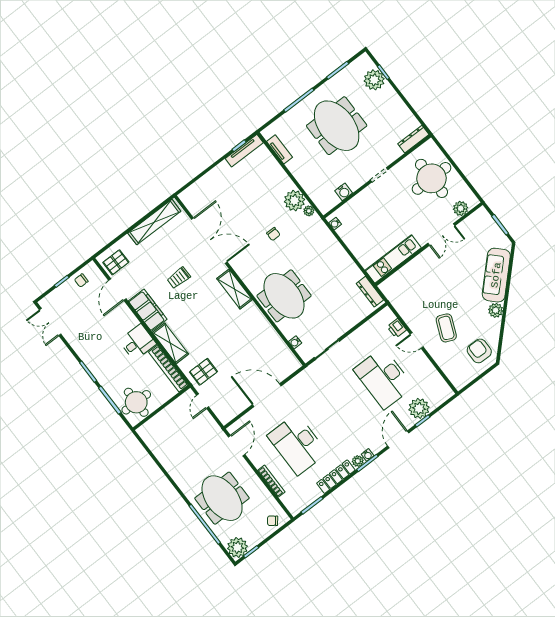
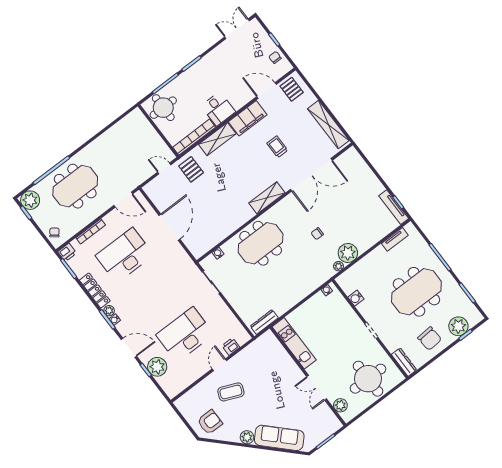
chair: (388, 111) -> (430, 339), added
printer: (294, 507) -> (67, 252), added

